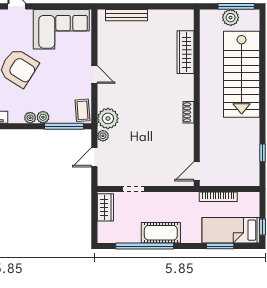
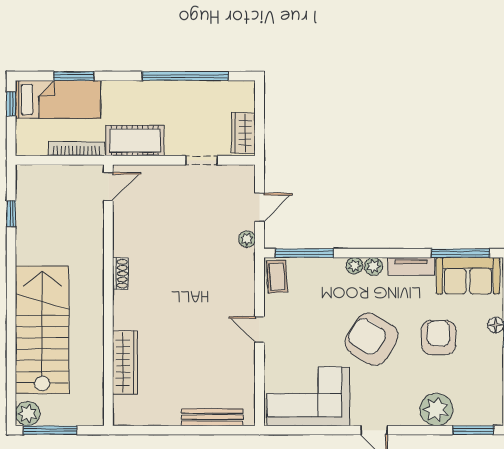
plant: (231, 18) -> (28, 414), moved
plant: (43, 117) -> (374, 266), moved
plant: (108, 118) -> (240, 265), removed
cot: (161, 233) -> (135, 141), moved

